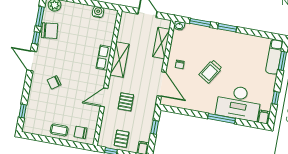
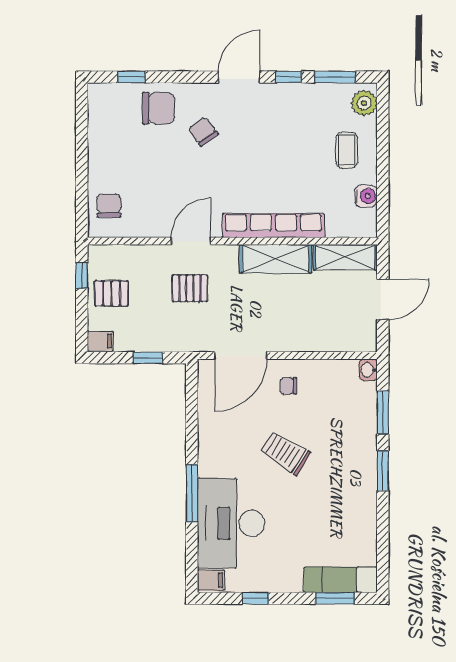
chair: (50, 31) -> (158, 108), moved, turned -84
shelving: (161, 43) -> (345, 257), moved
row of seats: (104, 58) -> (273, 226), width x2.02
door: (104, 97) -> (191, 241), hinge flipped
coffee table: (59, 130) -> (347, 150), moved

